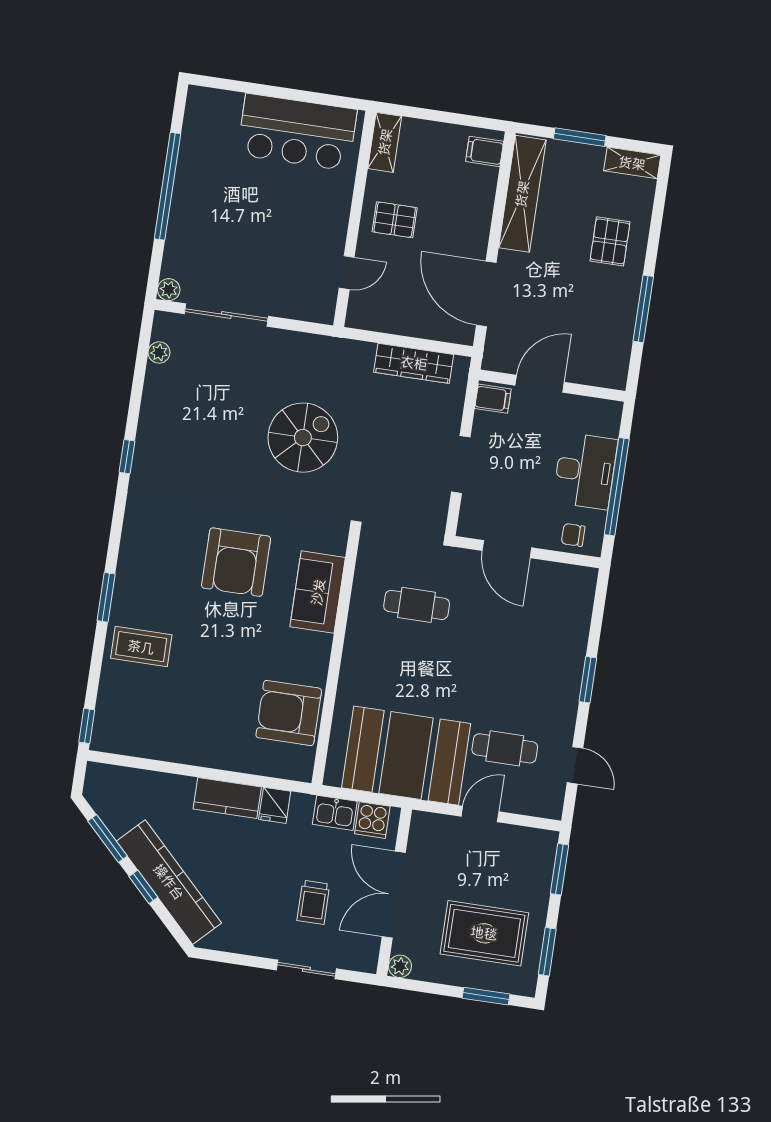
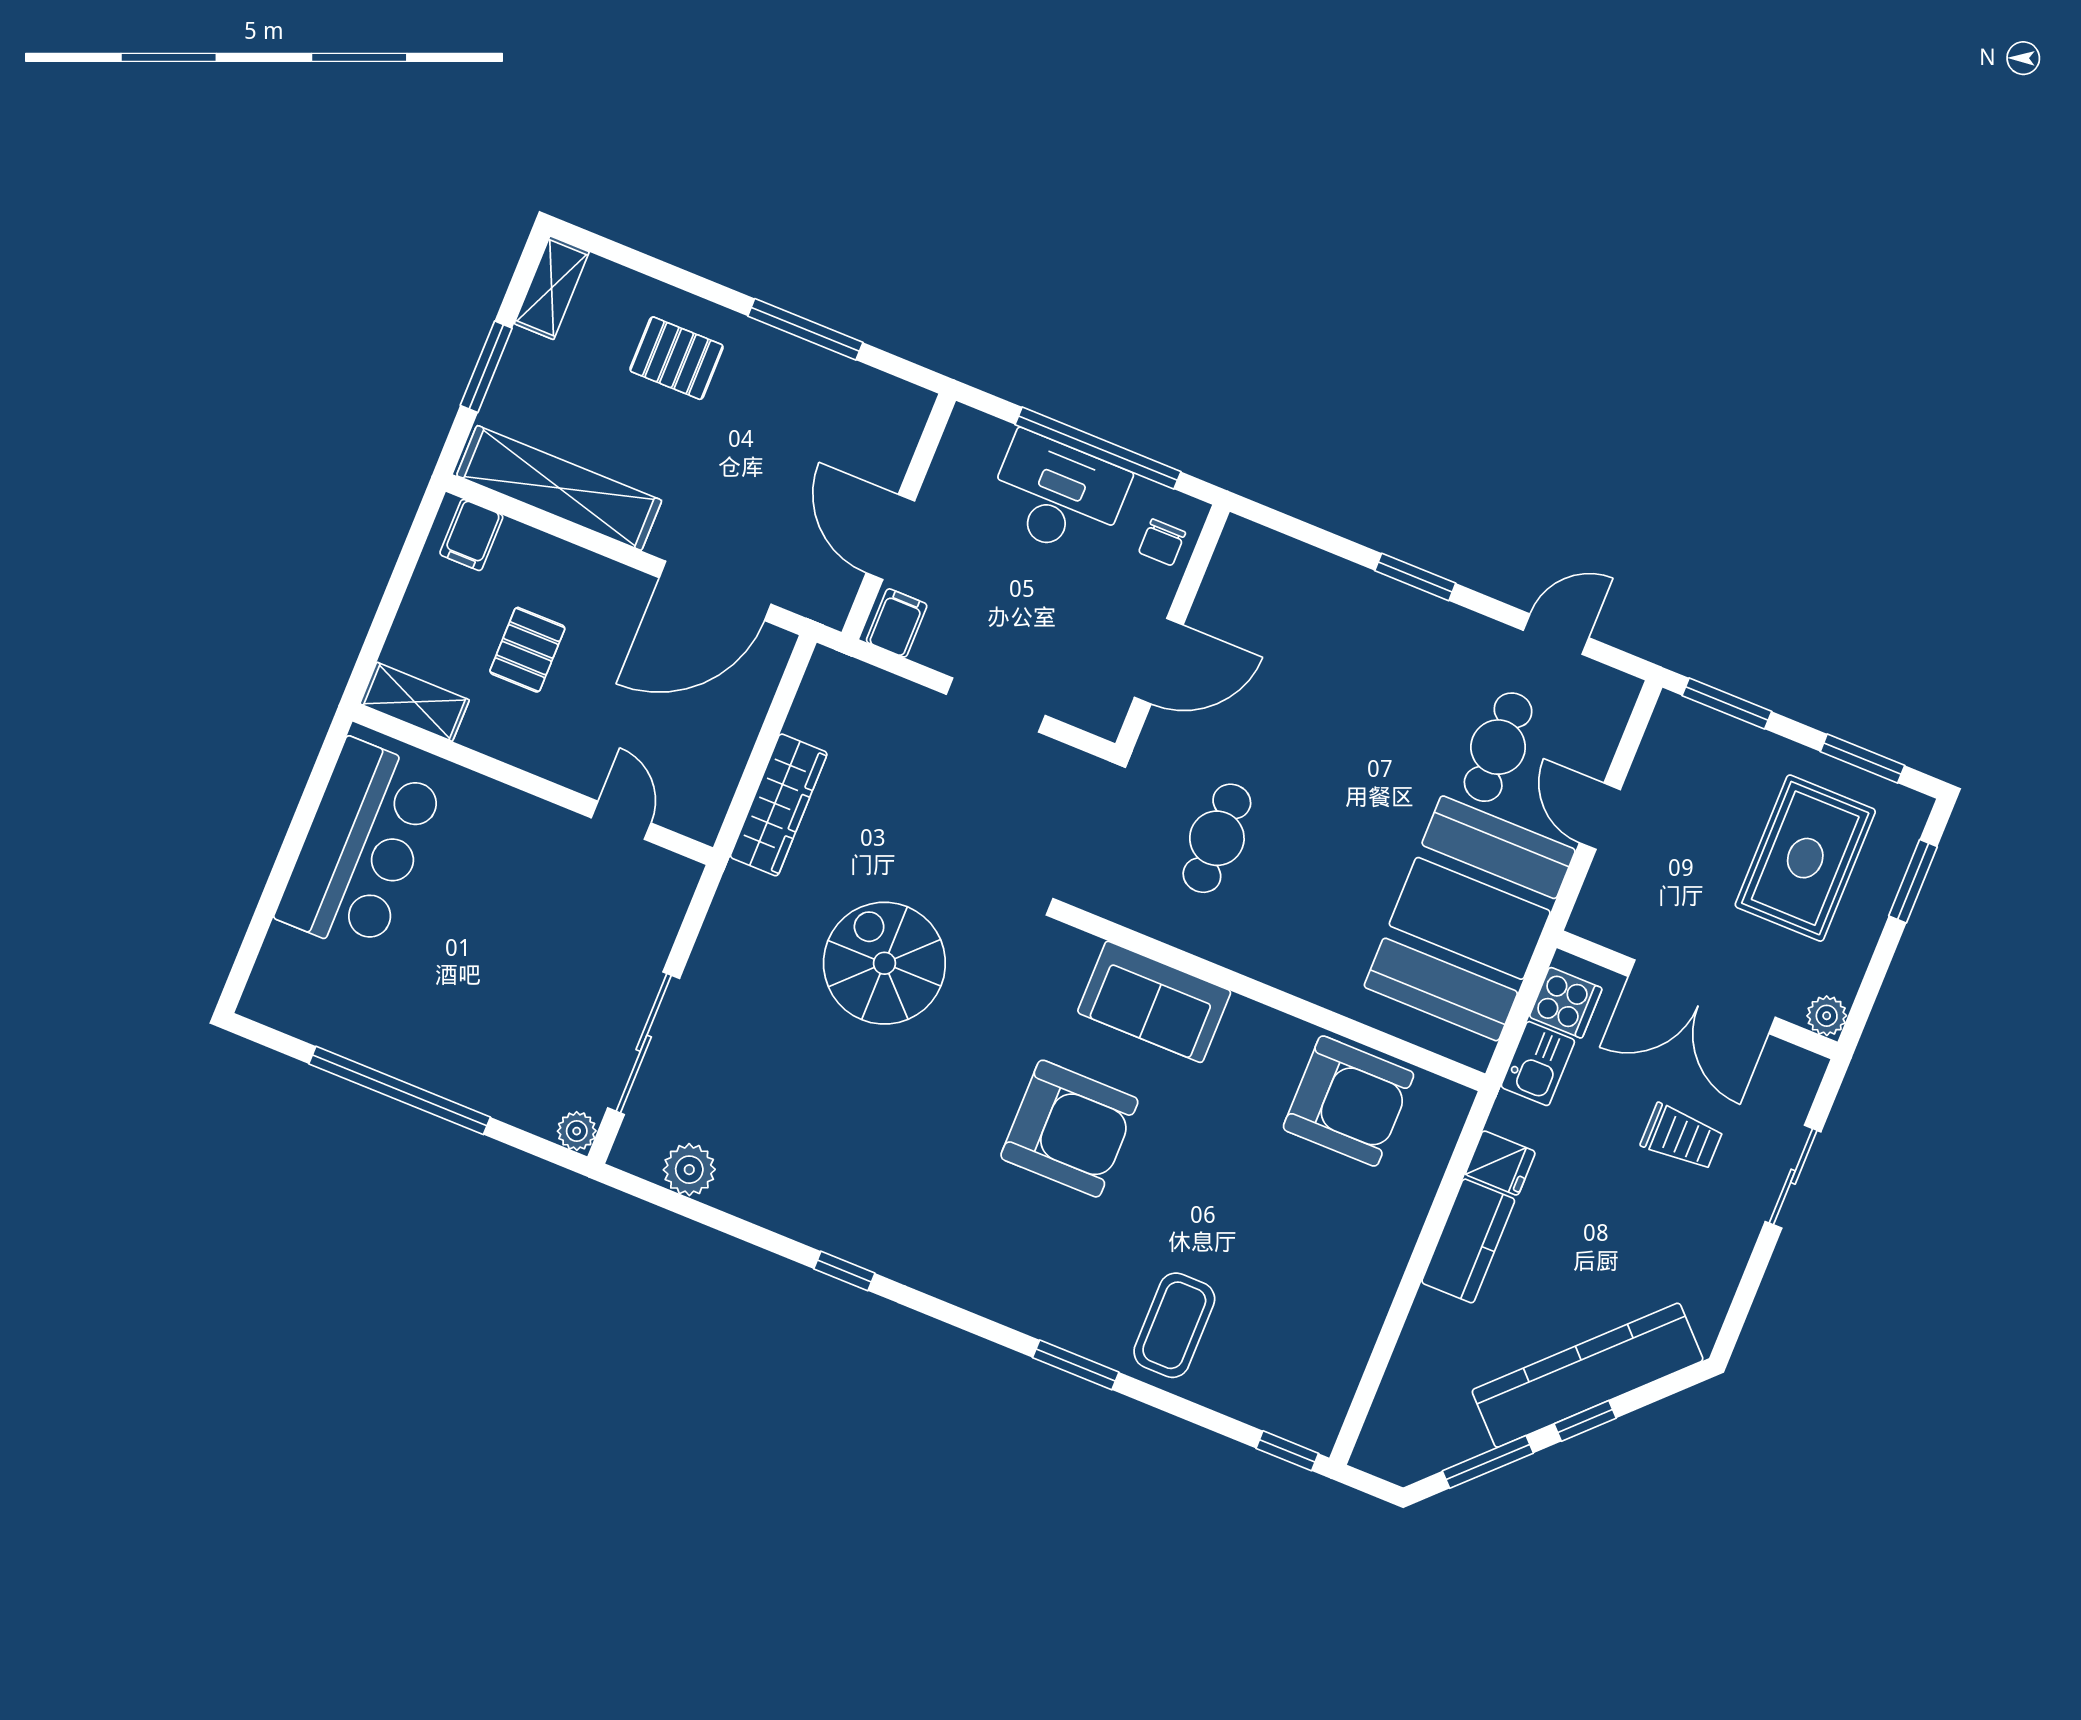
pallet: (395, 220) -> (527, 650), moved
plant: (159, 353) -> (689, 1170), width x1.38, depth x1.38
wardrobe: (414, 363) -> (779, 805), moved
armchair: (289, 713) -> (1348, 1101), turned -90

